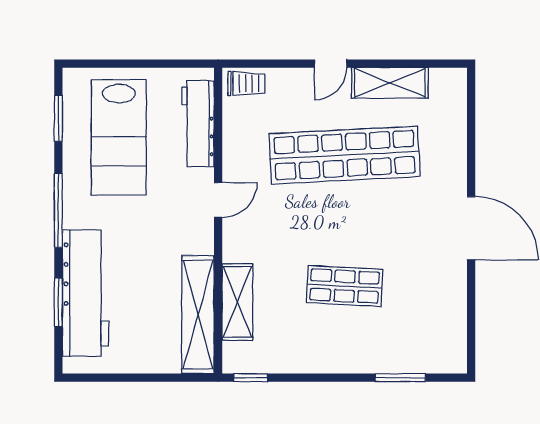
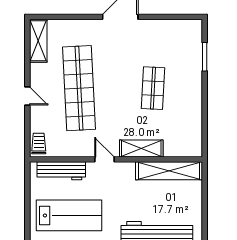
shelving: (390, 83) -> (38, 41), moved
shelving: (237, 302) -> (141, 149), moved
window: (251, 378) -> (205, 141), removed

